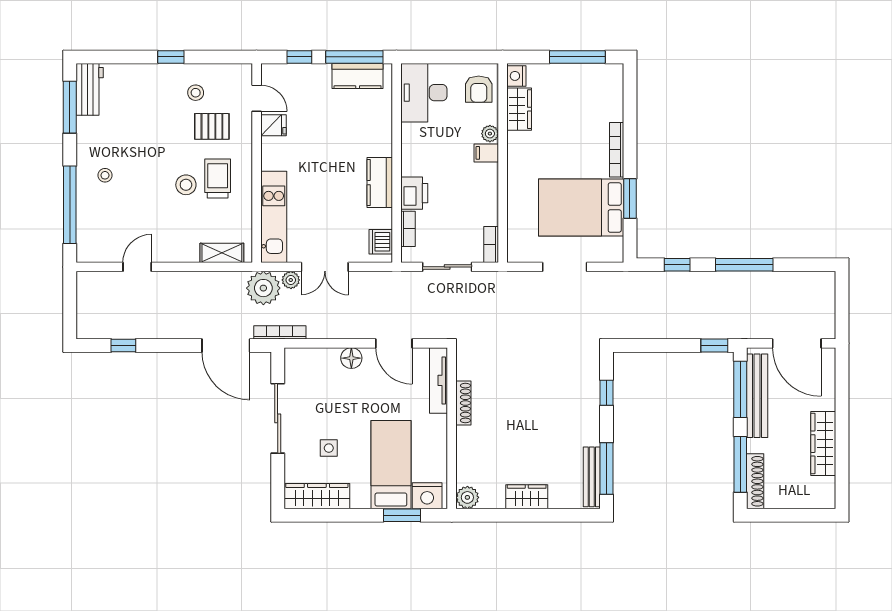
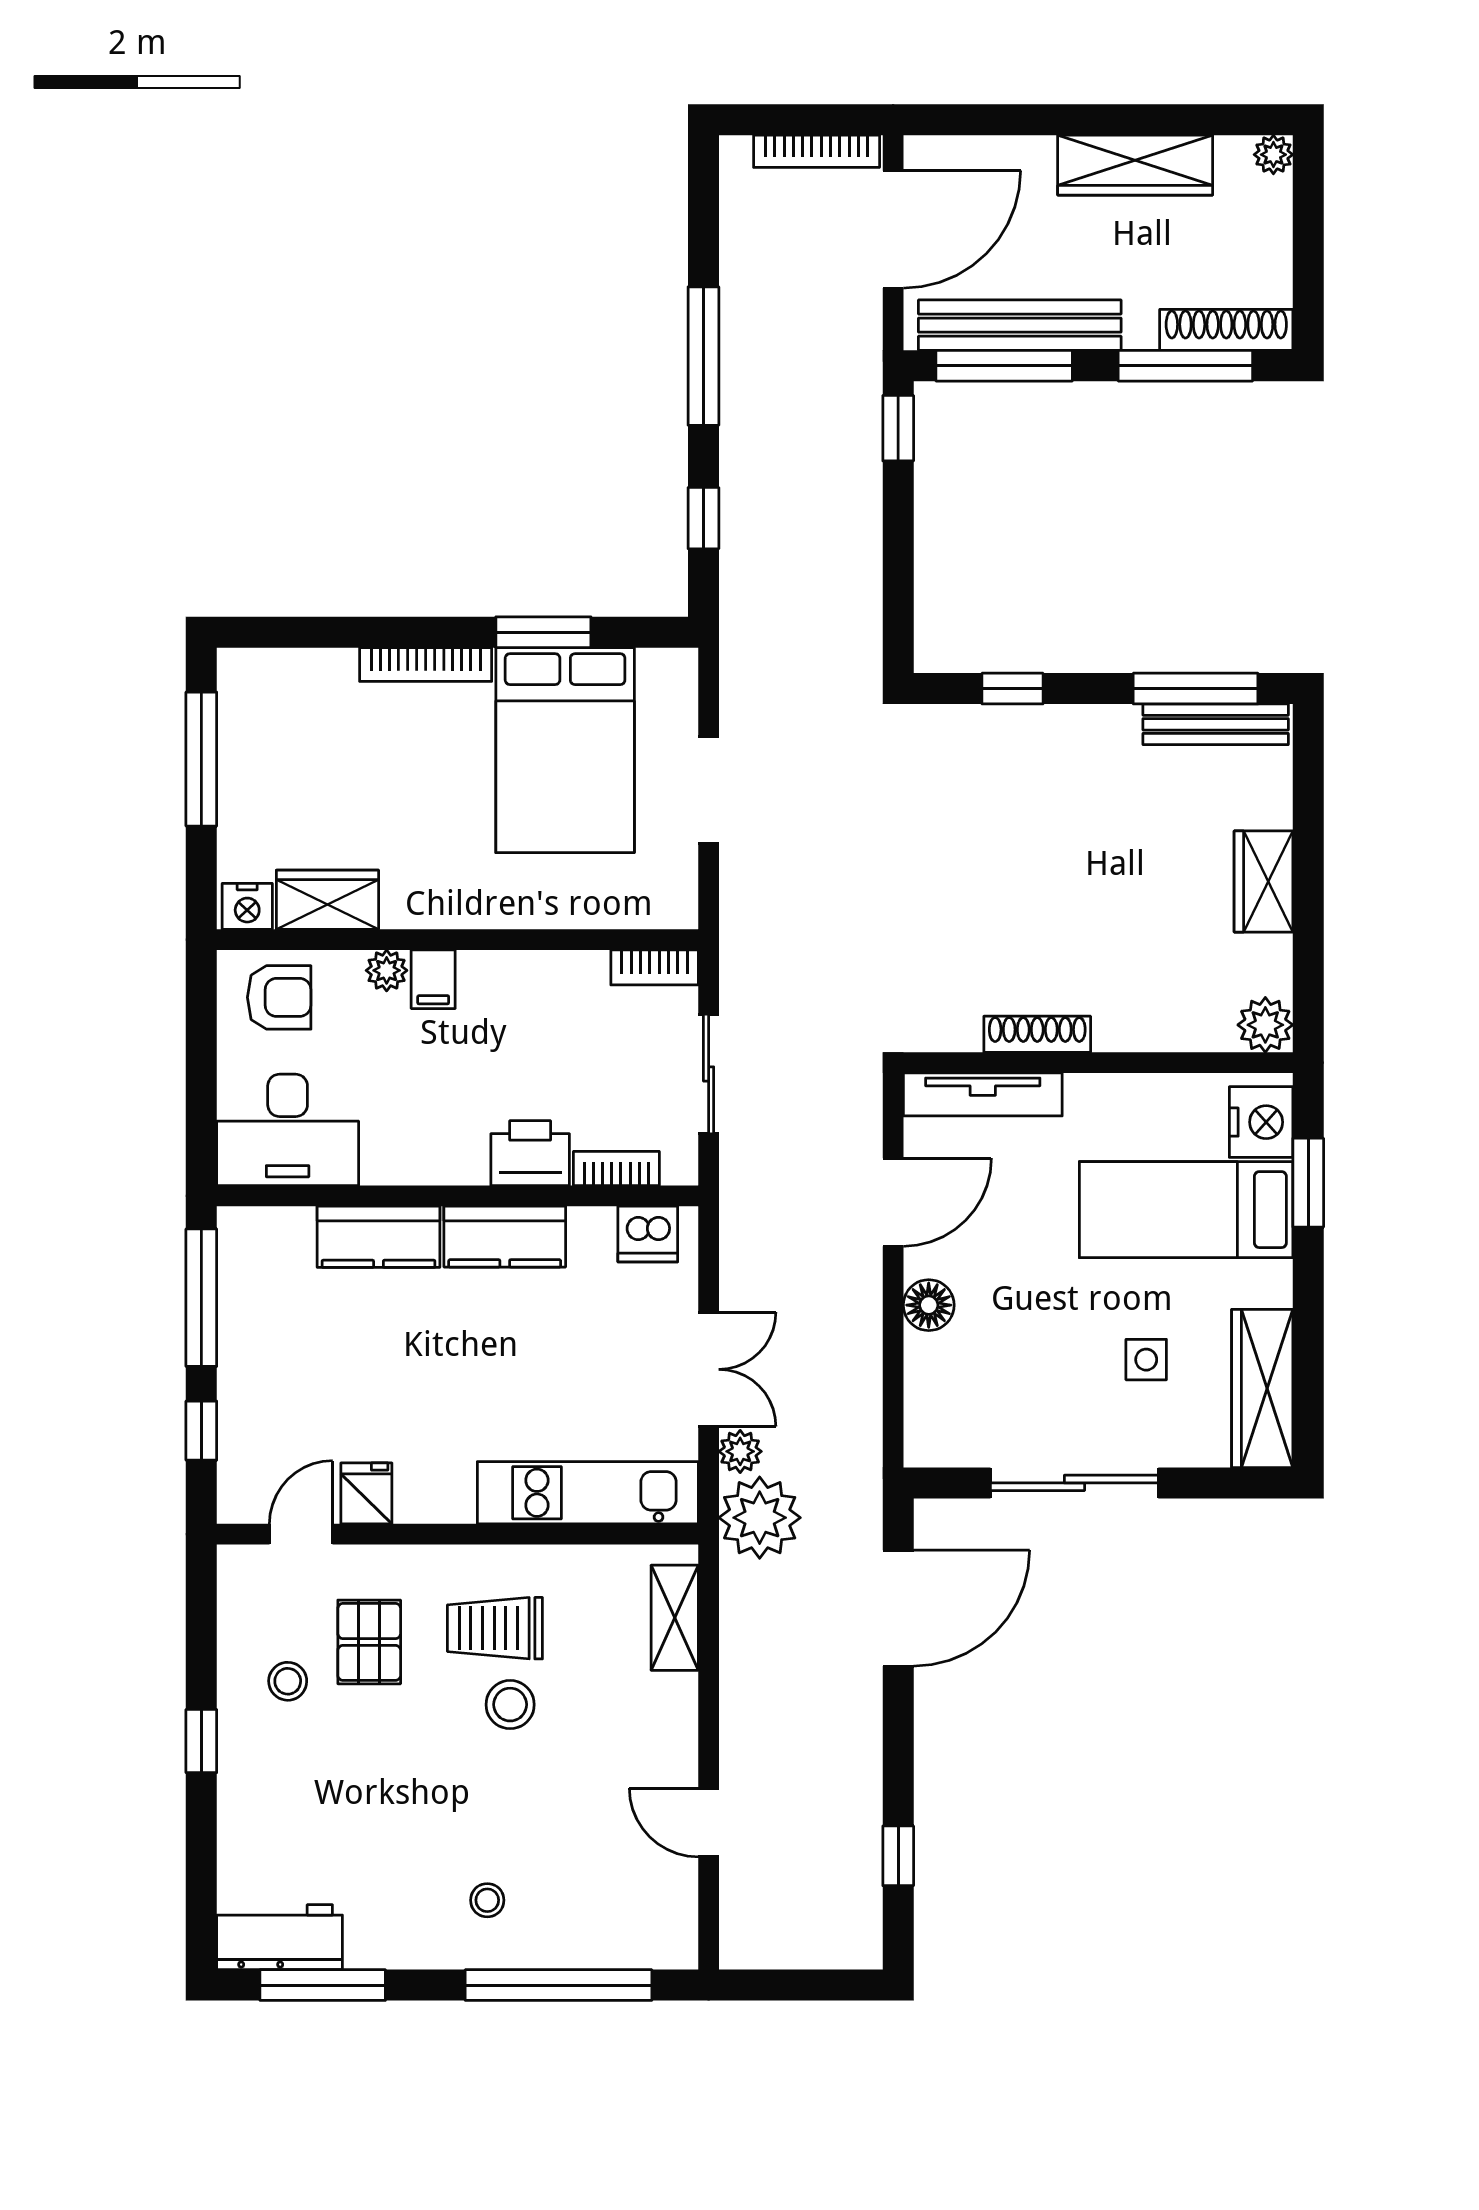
kitchen counter: (358, 76) -> (378, 1237), moved, turned 90
bookcase: (280, 332) -> (817, 151), moved, turned -90
plant: (828, 501) -> (1273, 155), added

